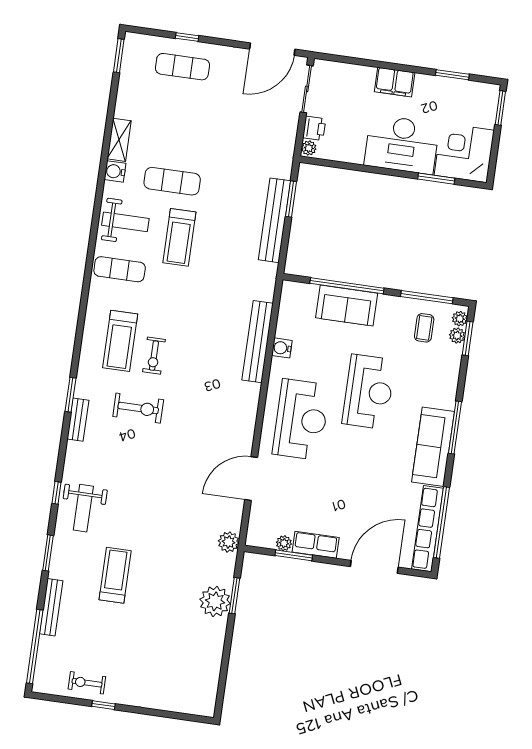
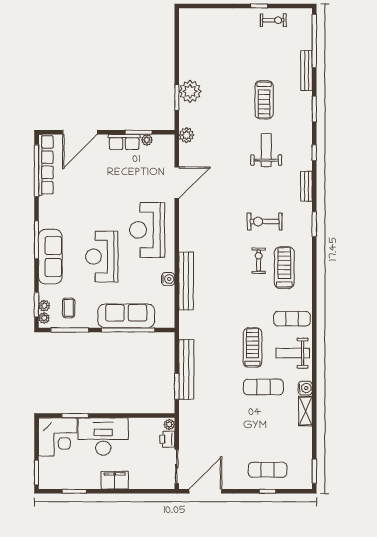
sofa: (347, 306) -> (126, 316), width x1.36
bench: (78, 420) -> (306, 186), moved
sofa: (433, 447) -> (50, 257), moved
weight bench: (83, 508) -> (266, 150), moved

